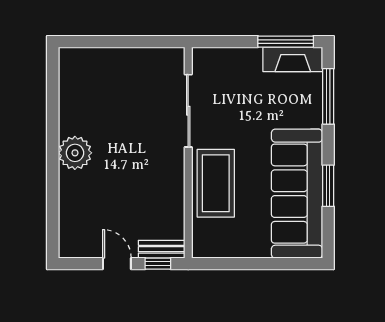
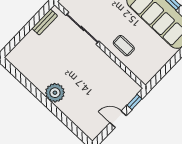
coffee table: (216, 183) -> (124, 46), width x0.54, depth x0.58
bench: (162, 249) -> (45, 22), moved

